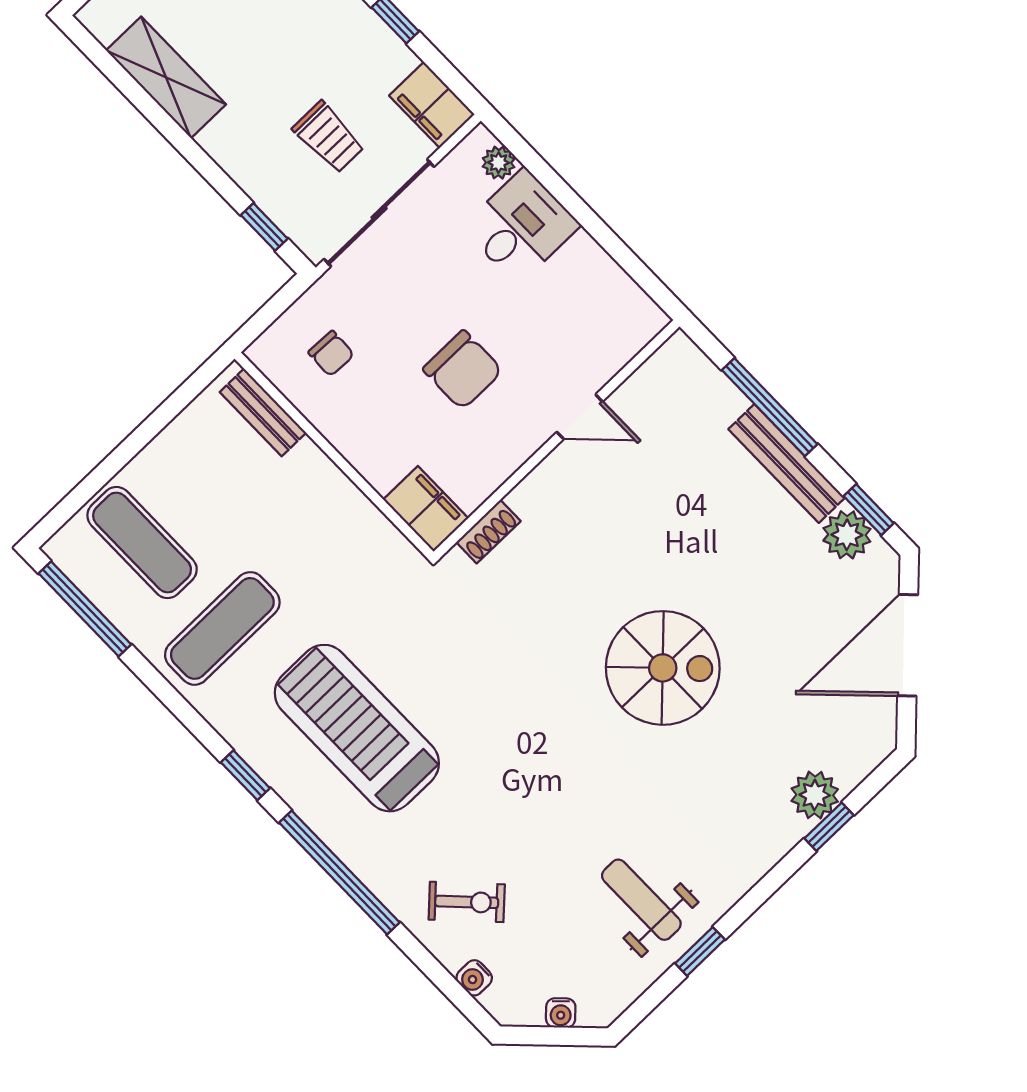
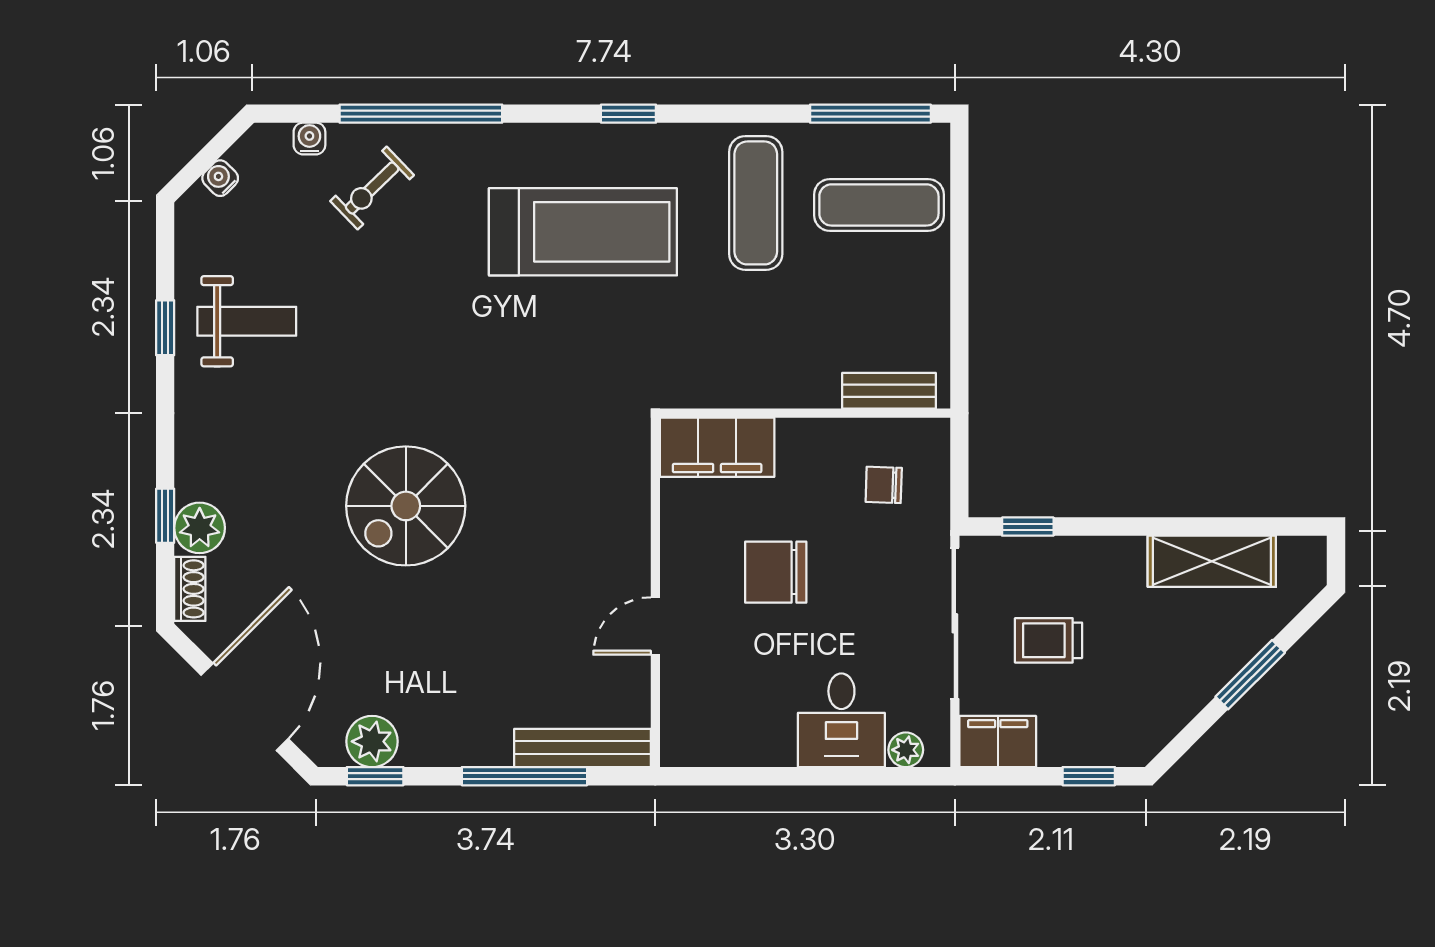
bench: (787, 463) -> (582, 748), moved
filing cabinet: (426, 509) -> (717, 447), width x1.50, depth x1.17
shoe rack: (488, 532) -> (190, 589), moved, turned 180
window: (339, 873) -> (421, 114), moved

